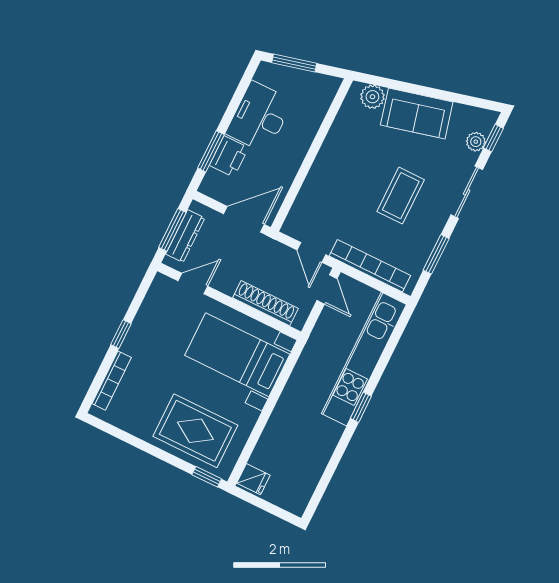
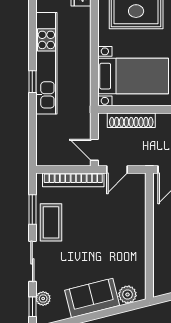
coffee table: (401, 196) -> (51, 222), moved
door: (311, 252) -> (117, 170), swing flipped
kitchen unit: (364, 359) -> (46, 63), moved

